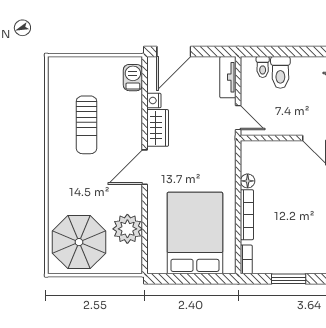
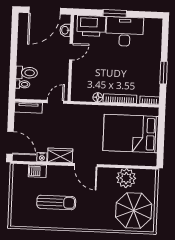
barbecue: (133, 78) -> (37, 171), moved

